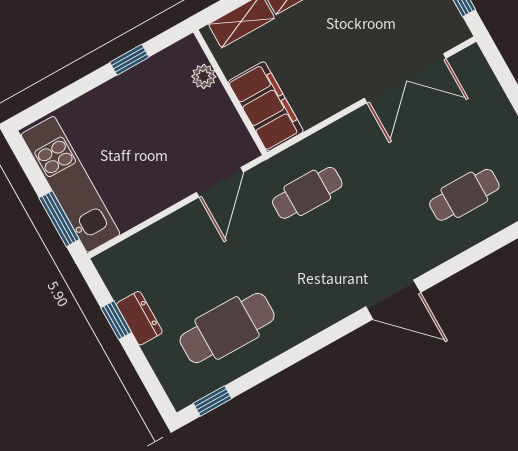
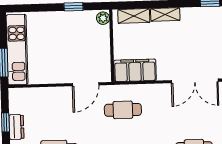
plant: (204, 76) -> (103, 18), moved
filing cabinet: (266, 106) -> (135, 70), moved, turned -90

